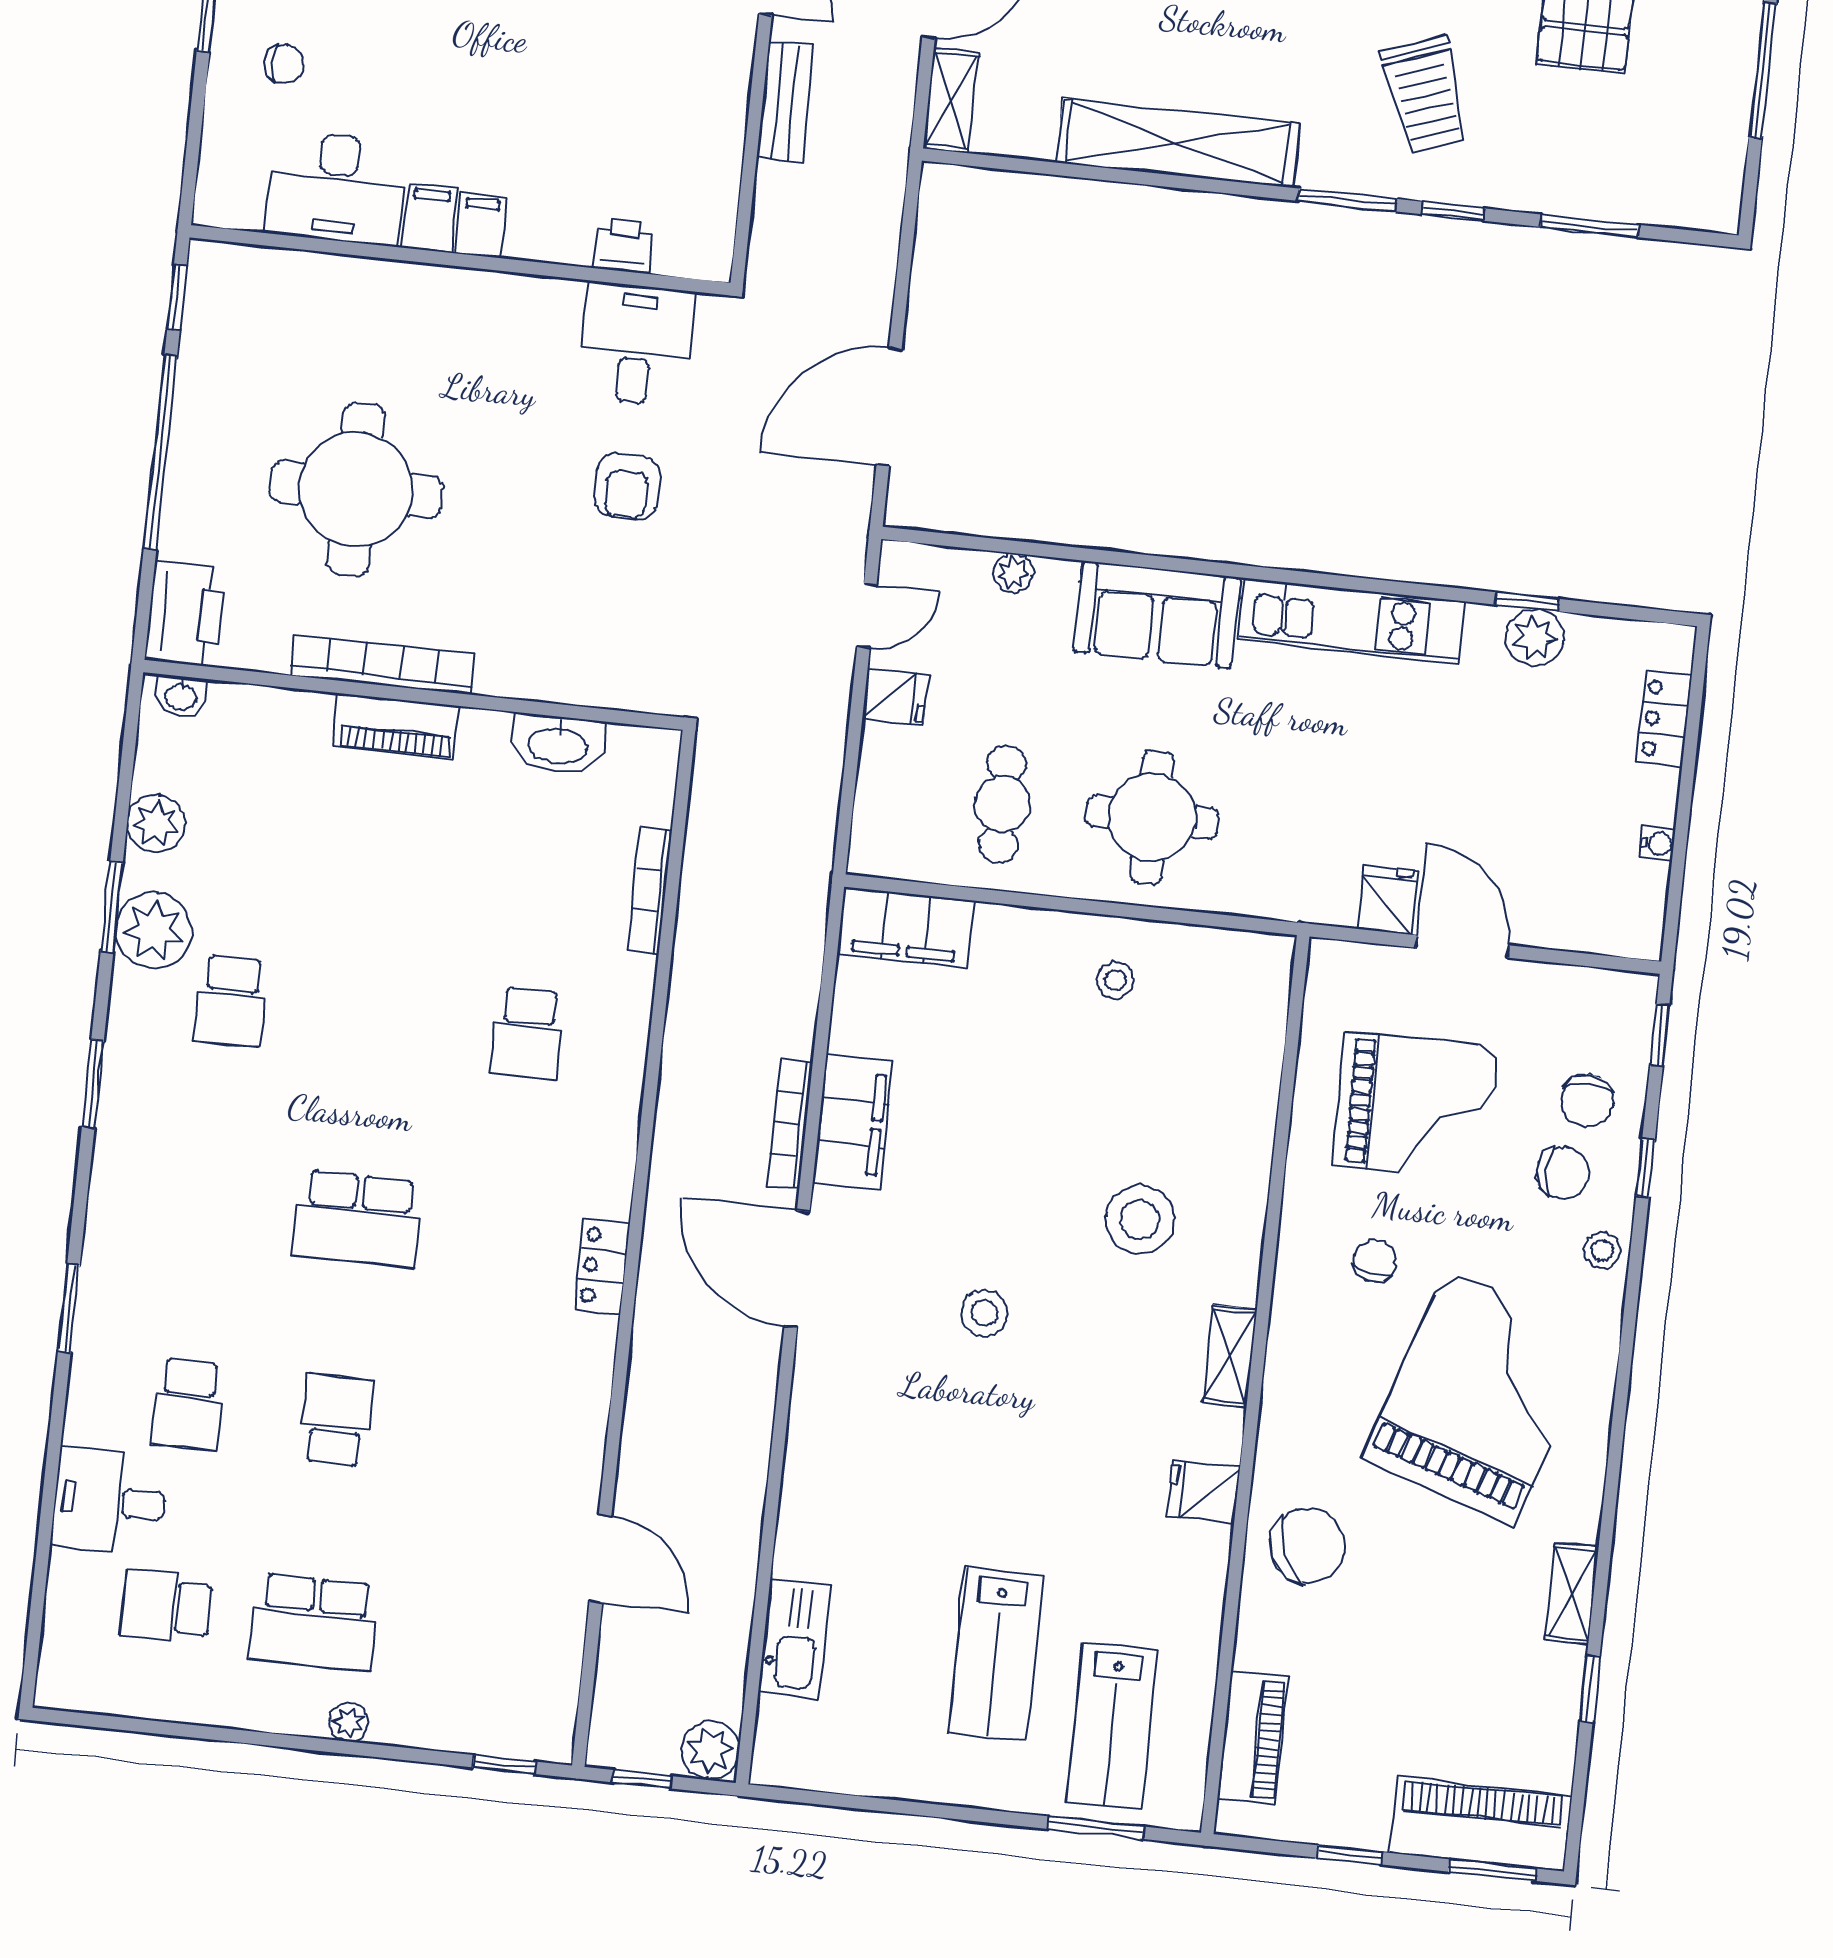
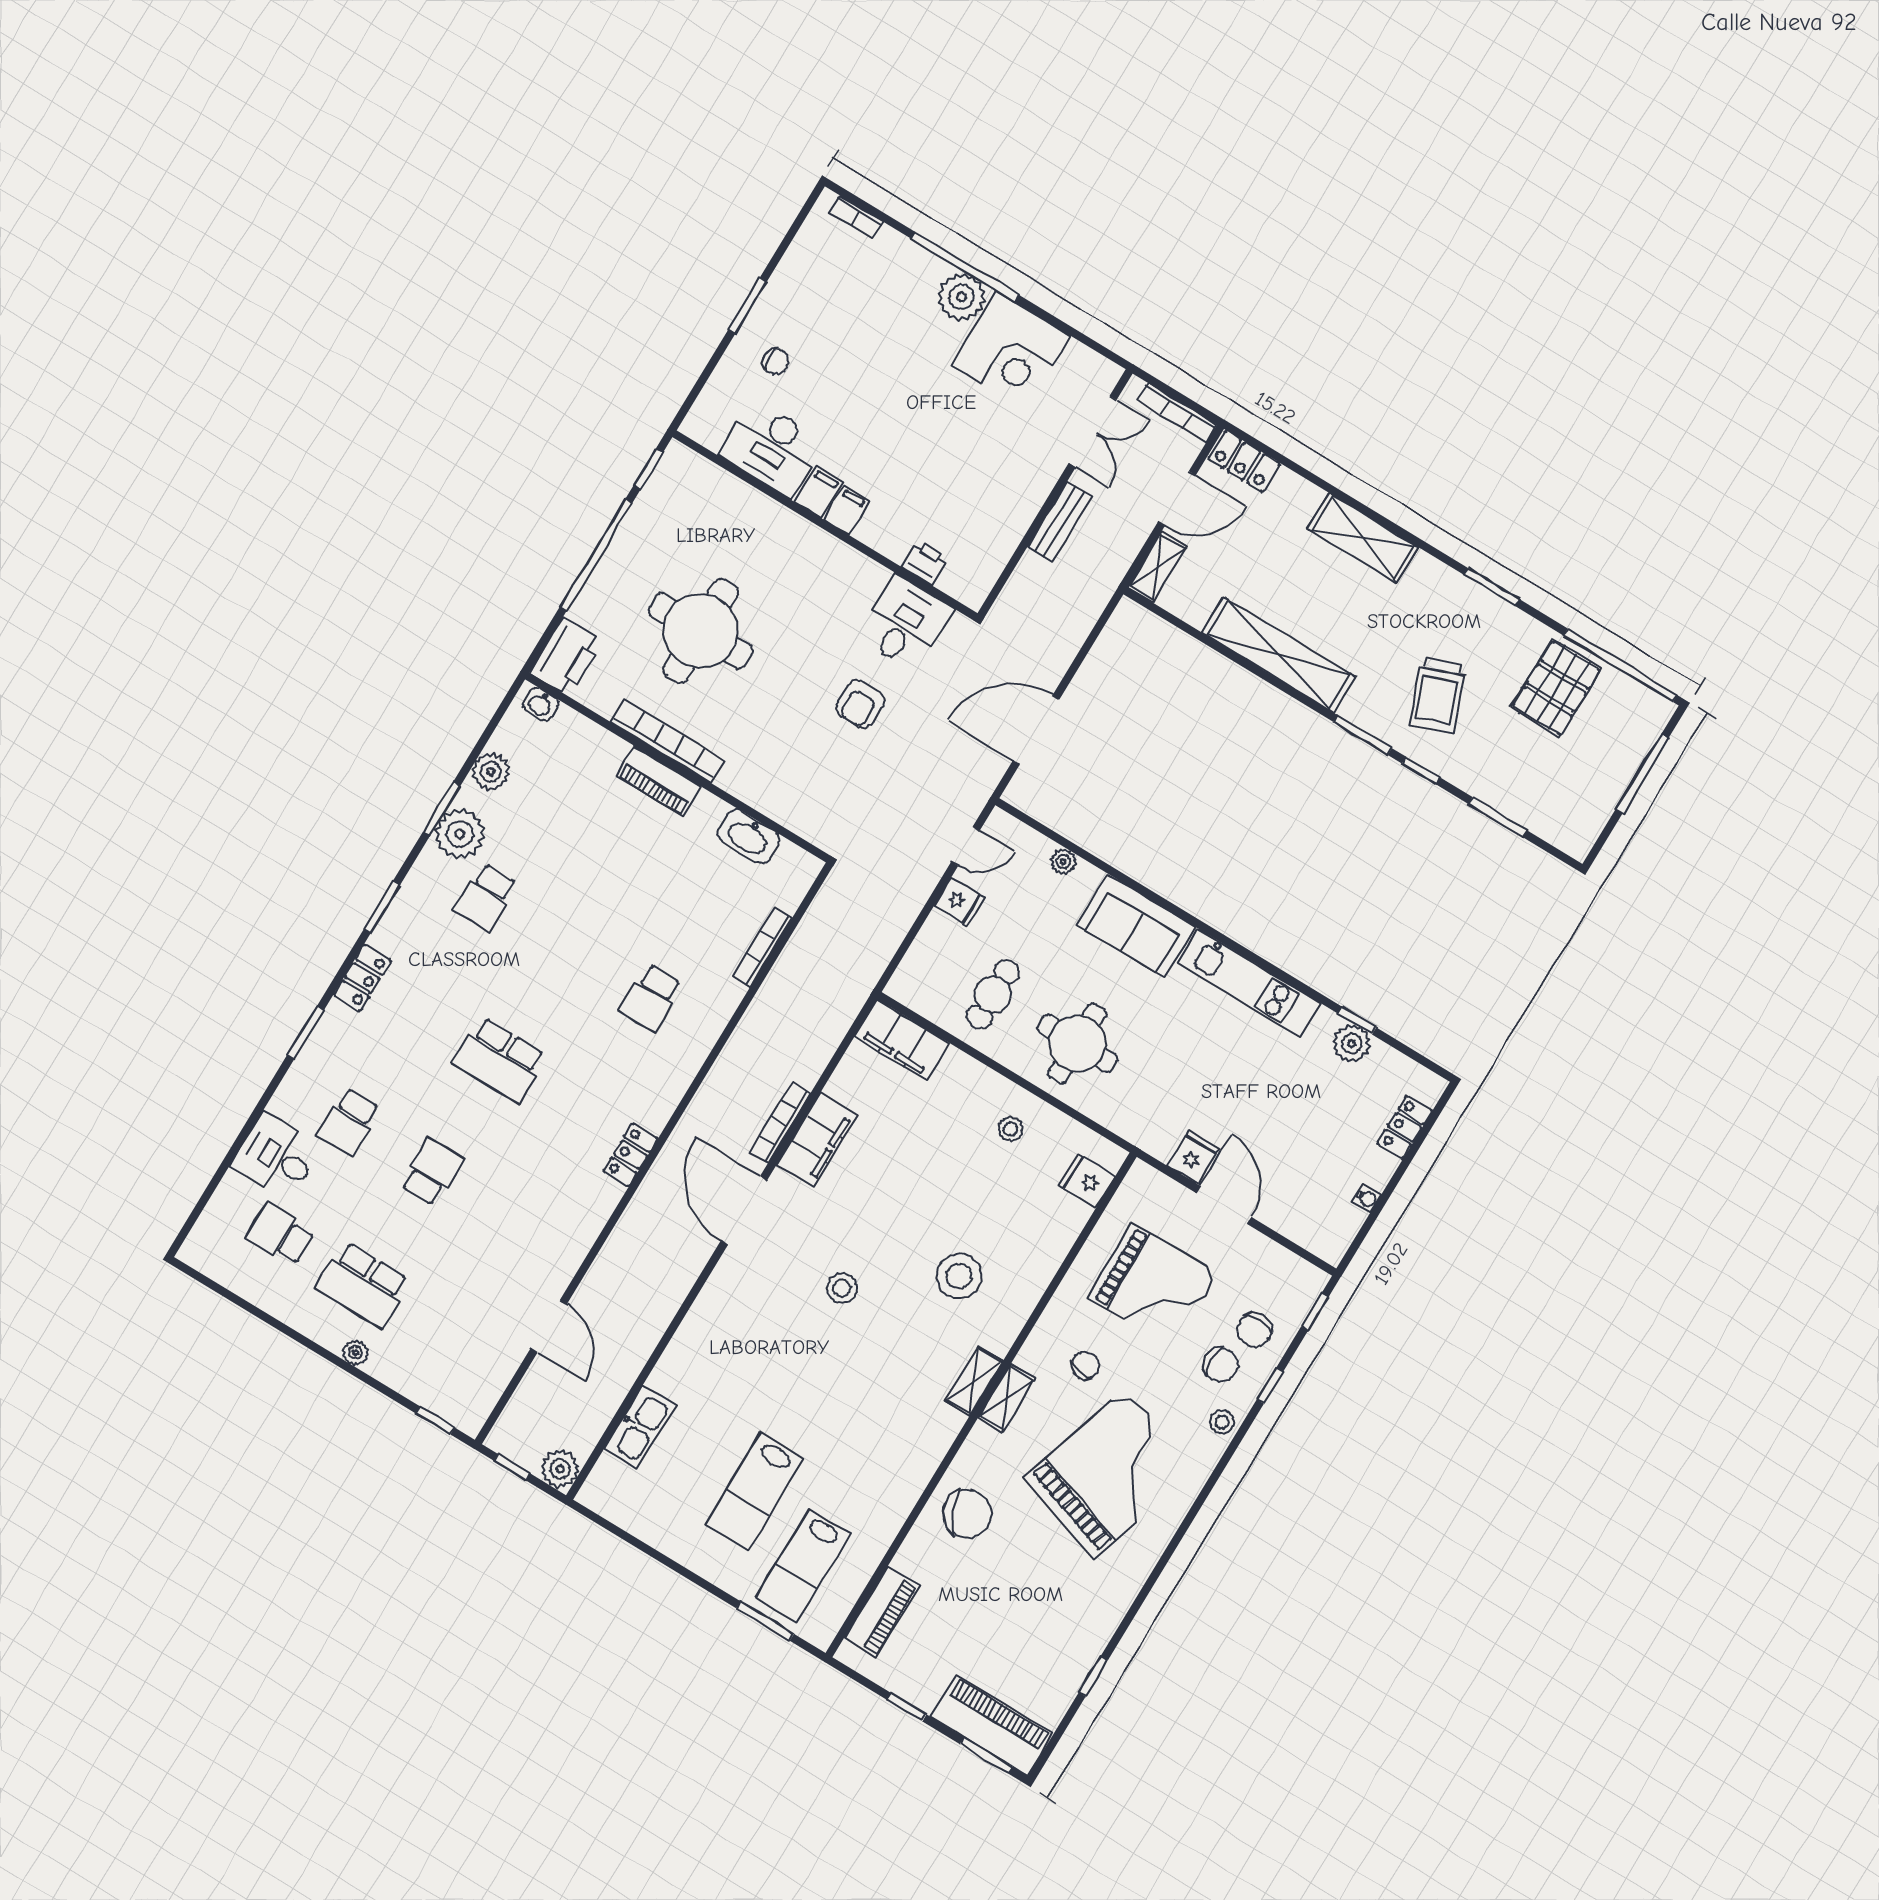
locker: (112, 1195) -> (362, 978), added
fridge: (1203, 1492) -> (1087, 1181), moved
shelving: (1572, 1593) -> (1007, 1398), moved

